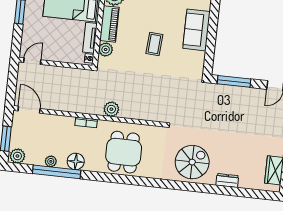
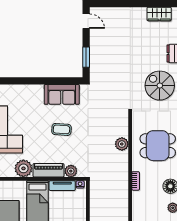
sofa: (196, 30) -> (62, 94), moved
window: (234, 81) -> (86, 57), width x0.69
plant: (111, 109) -> (122, 144), moved

